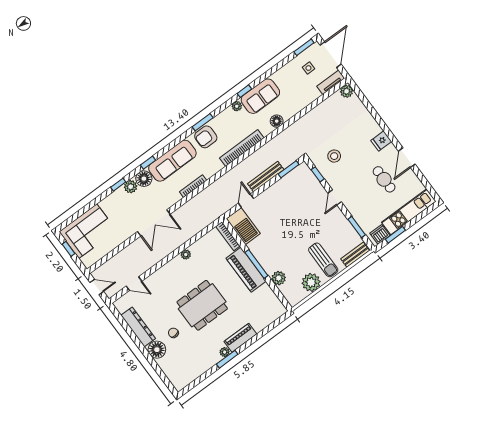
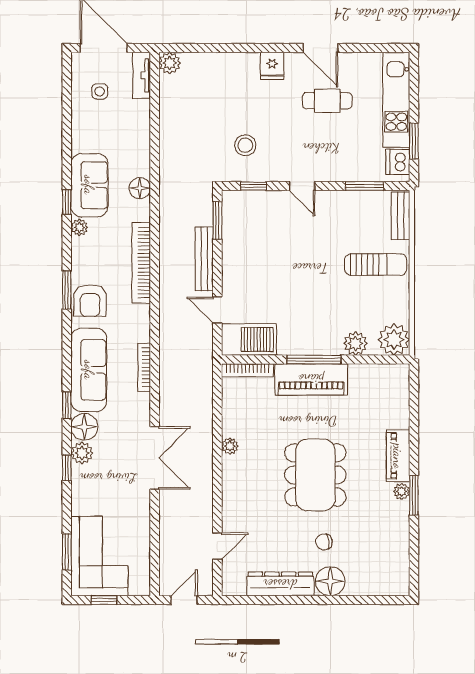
window: (304, 47) -> (67, 552), moved
plant: (311, 282) -> (394, 340), moved

